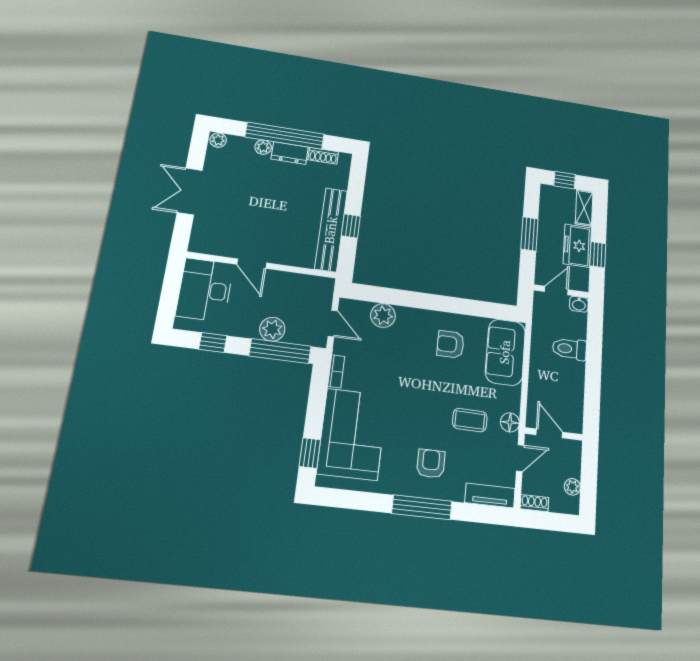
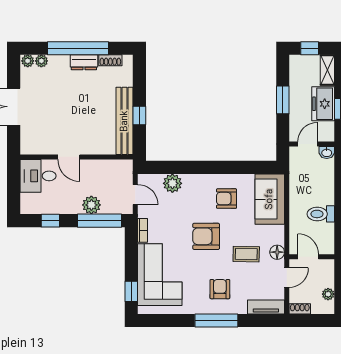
plant: (263, 147) -> (41, 61), moved
desk: (205, 290) -> (38, 176), width x0.73
toilet: (569, 349) -> (321, 214), moved
armchair: (419, 390) -> (206, 236), added

